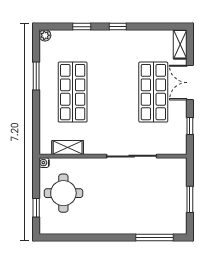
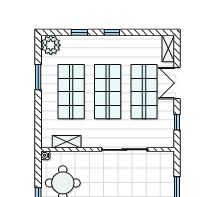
plant: (45, 35) -> (51, 45), width x1.87, depth x1.87
shop shelf: (113, 92) -> (108, 92), added

